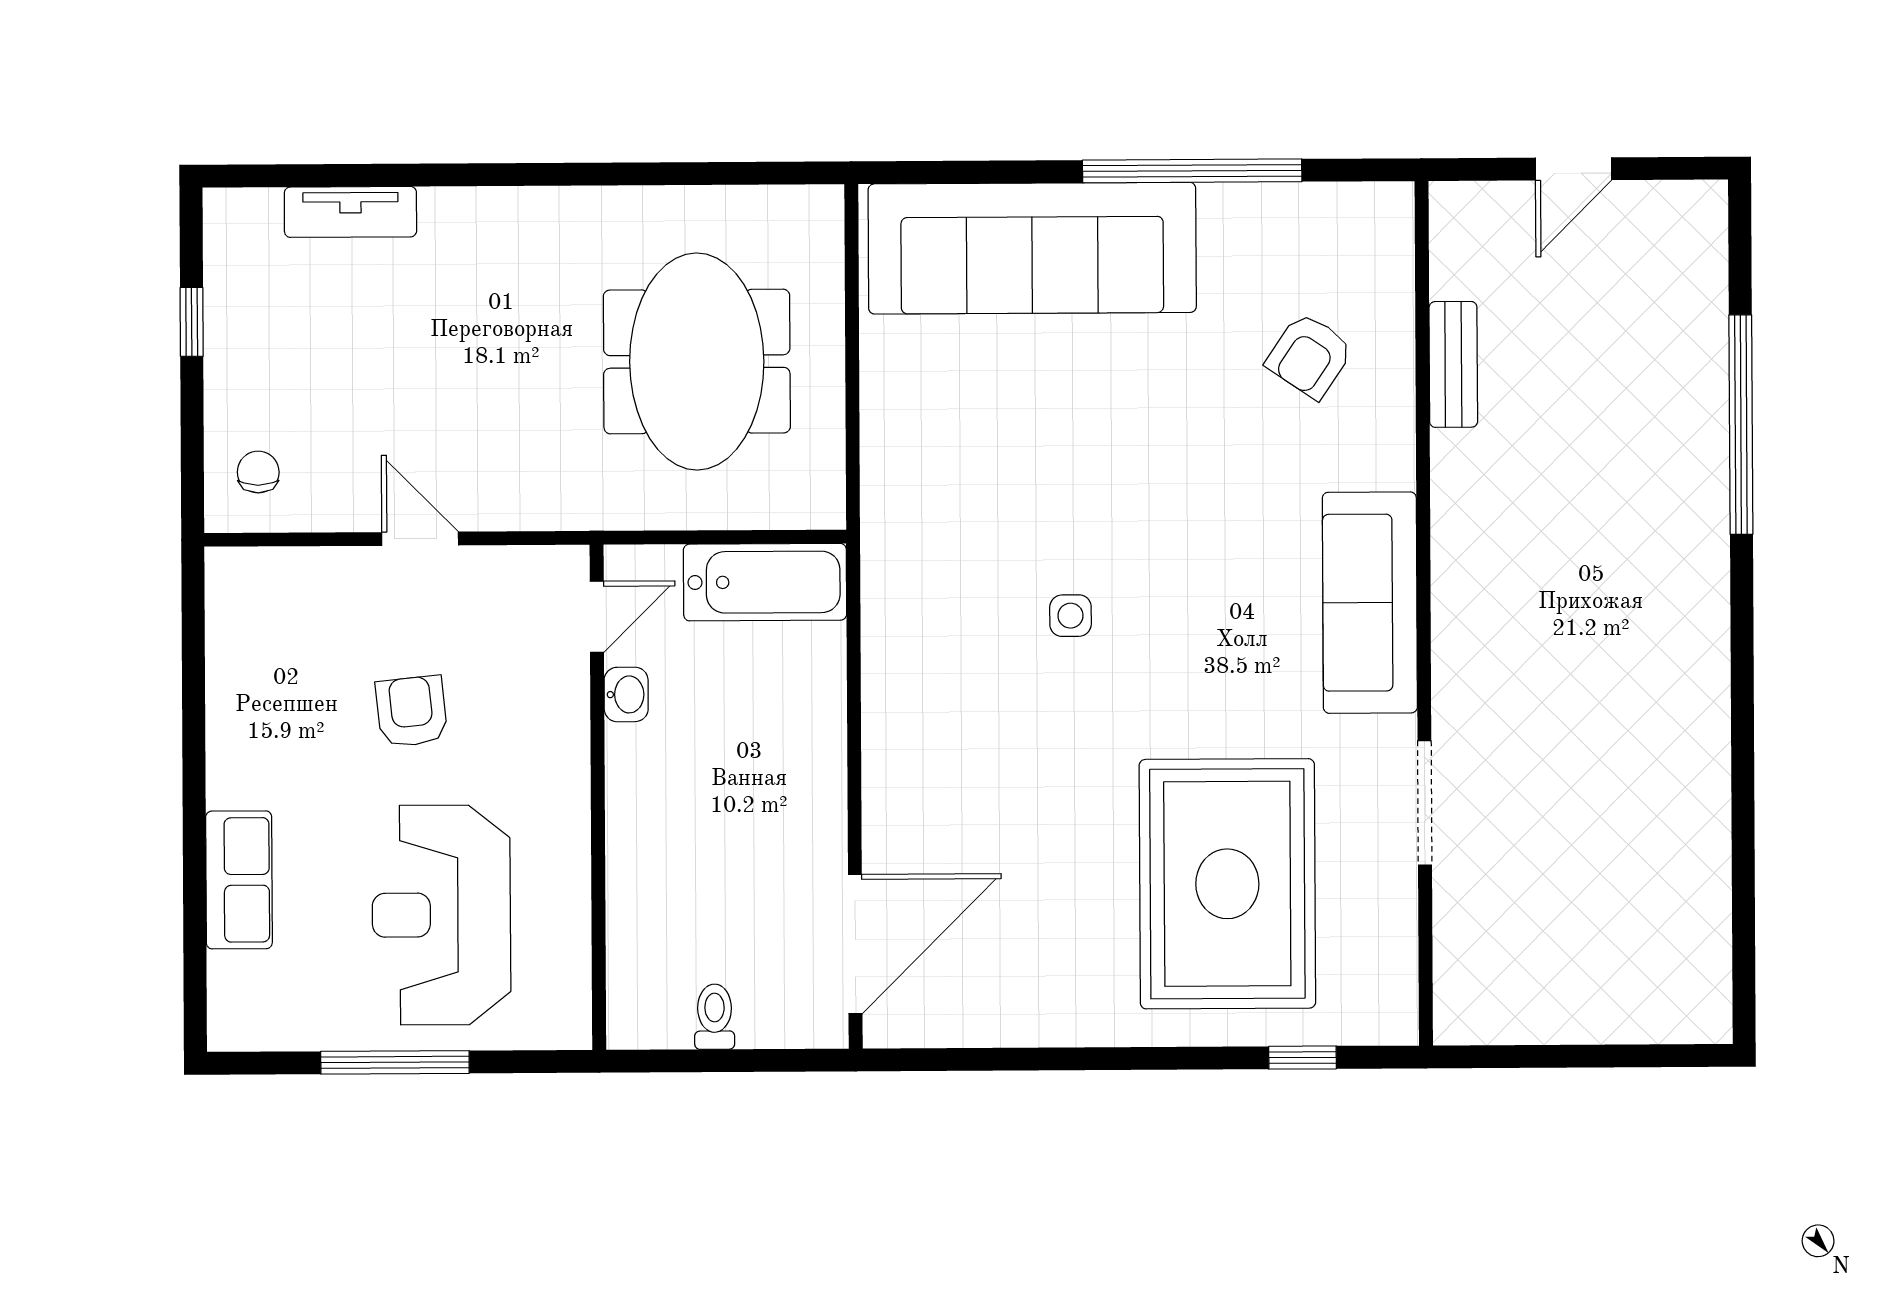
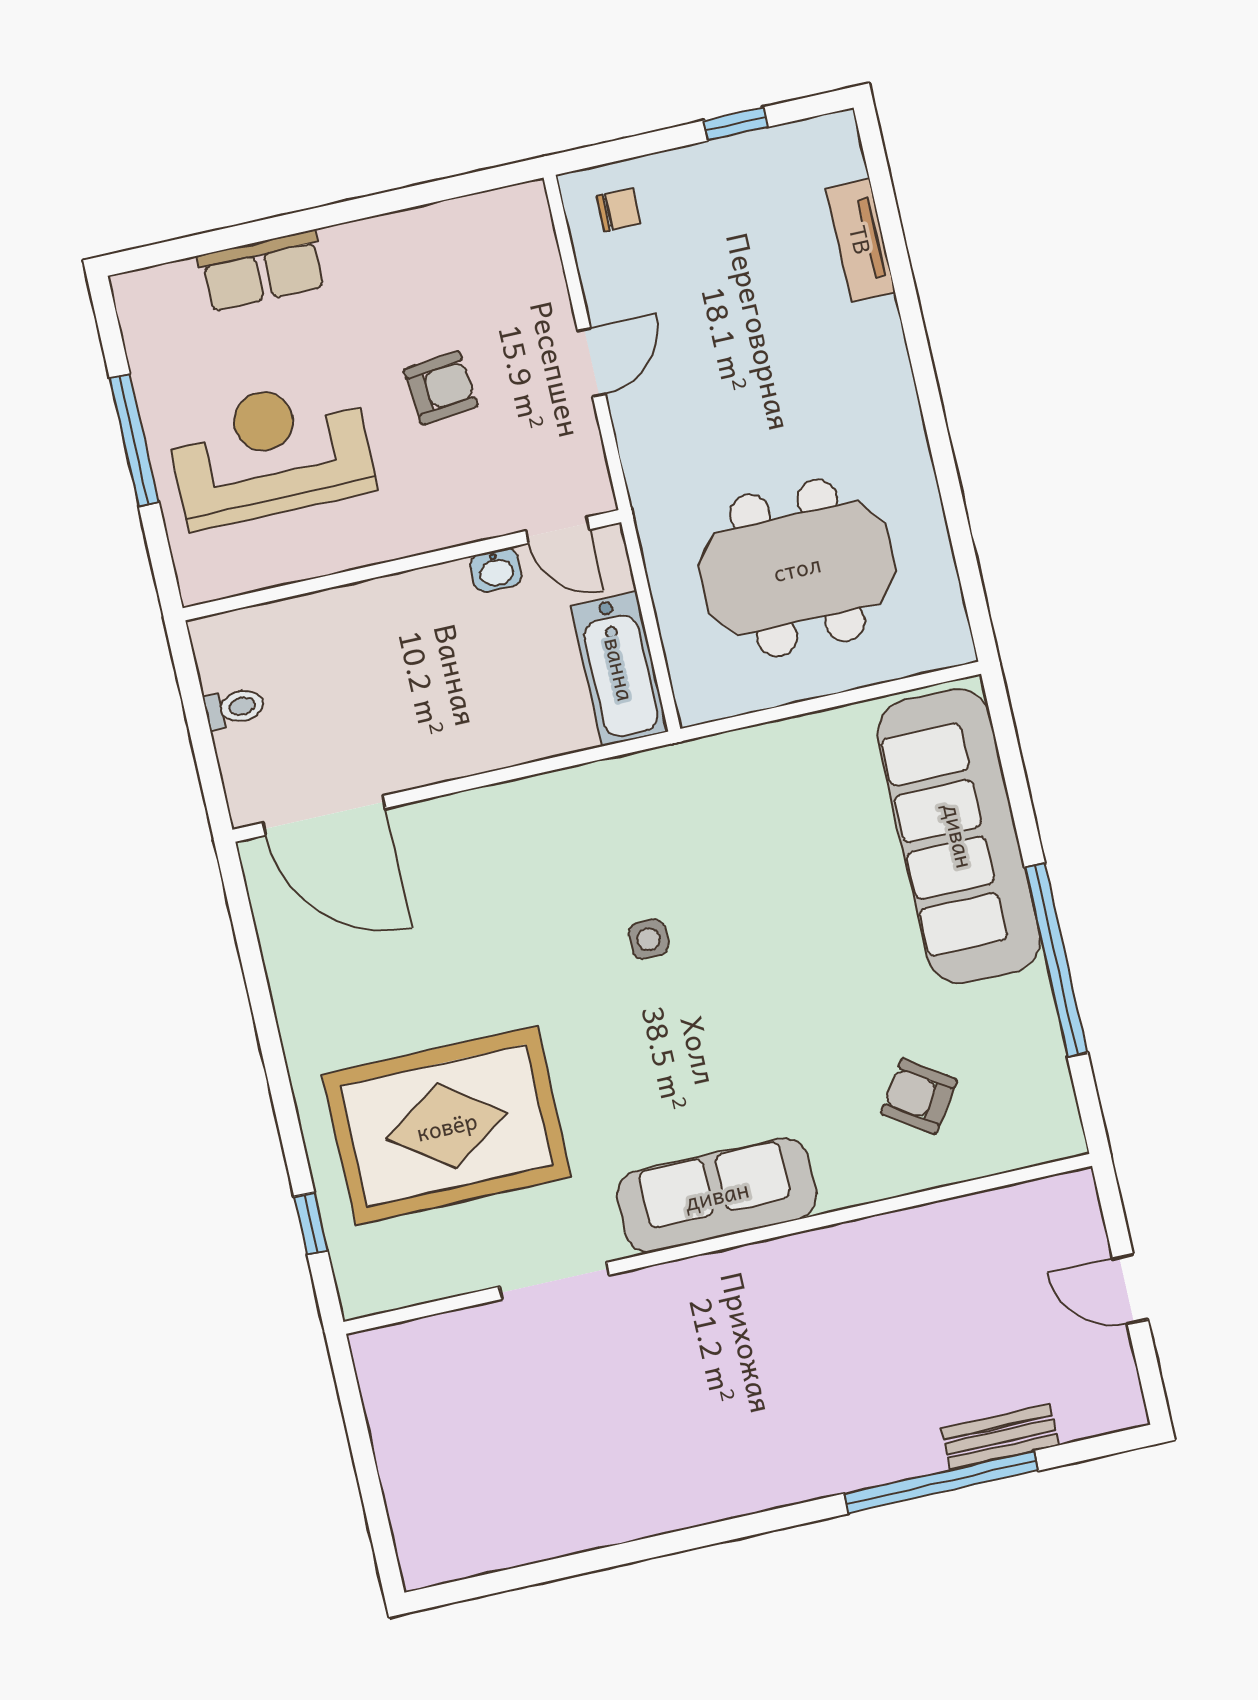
bench: (1453, 364) -> (1000, 1437), moved

